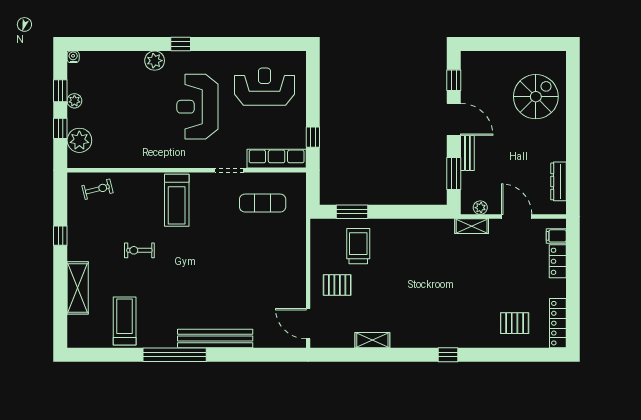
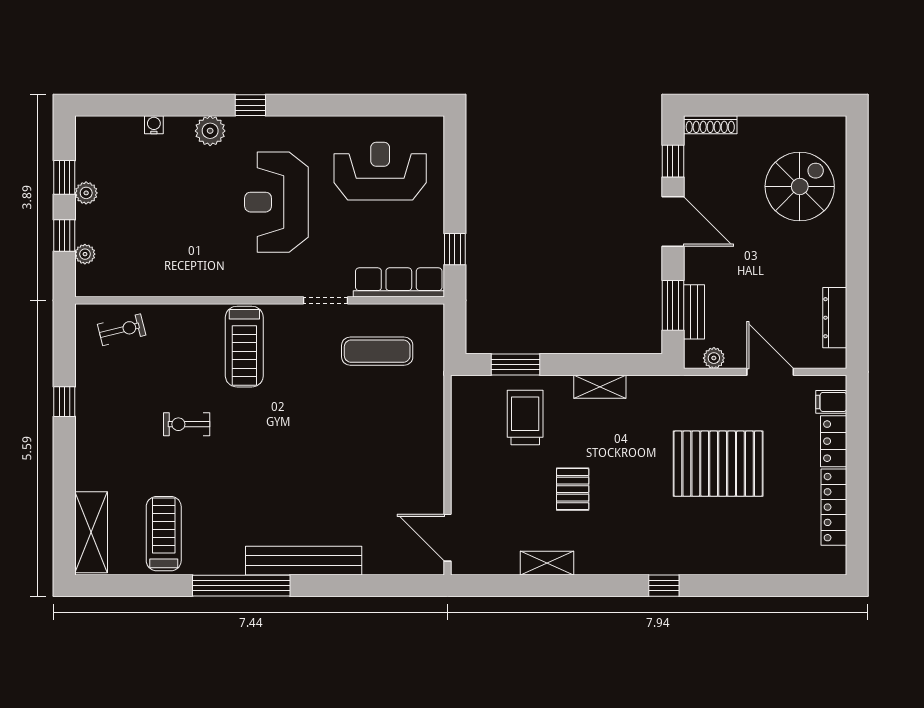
water cooler: (73, 57) -> (154, 125), moved
shoe rack: (478, 57) -> (710, 125), added
plant: (79, 140) -> (85, 254), width x0.53, depth x0.53
bench: (467, 153) -> (694, 312), moved
shelving: (472, 226) -> (600, 387), moved
pallet: (337, 285) -> (573, 489), moved, turned 90
shelving: (78, 288) -> (91, 532), moved
pallet: (515, 323) -> (718, 464), moved, width x2.05, depth x2.00
locker: (558, 323) -> (834, 507), moved

